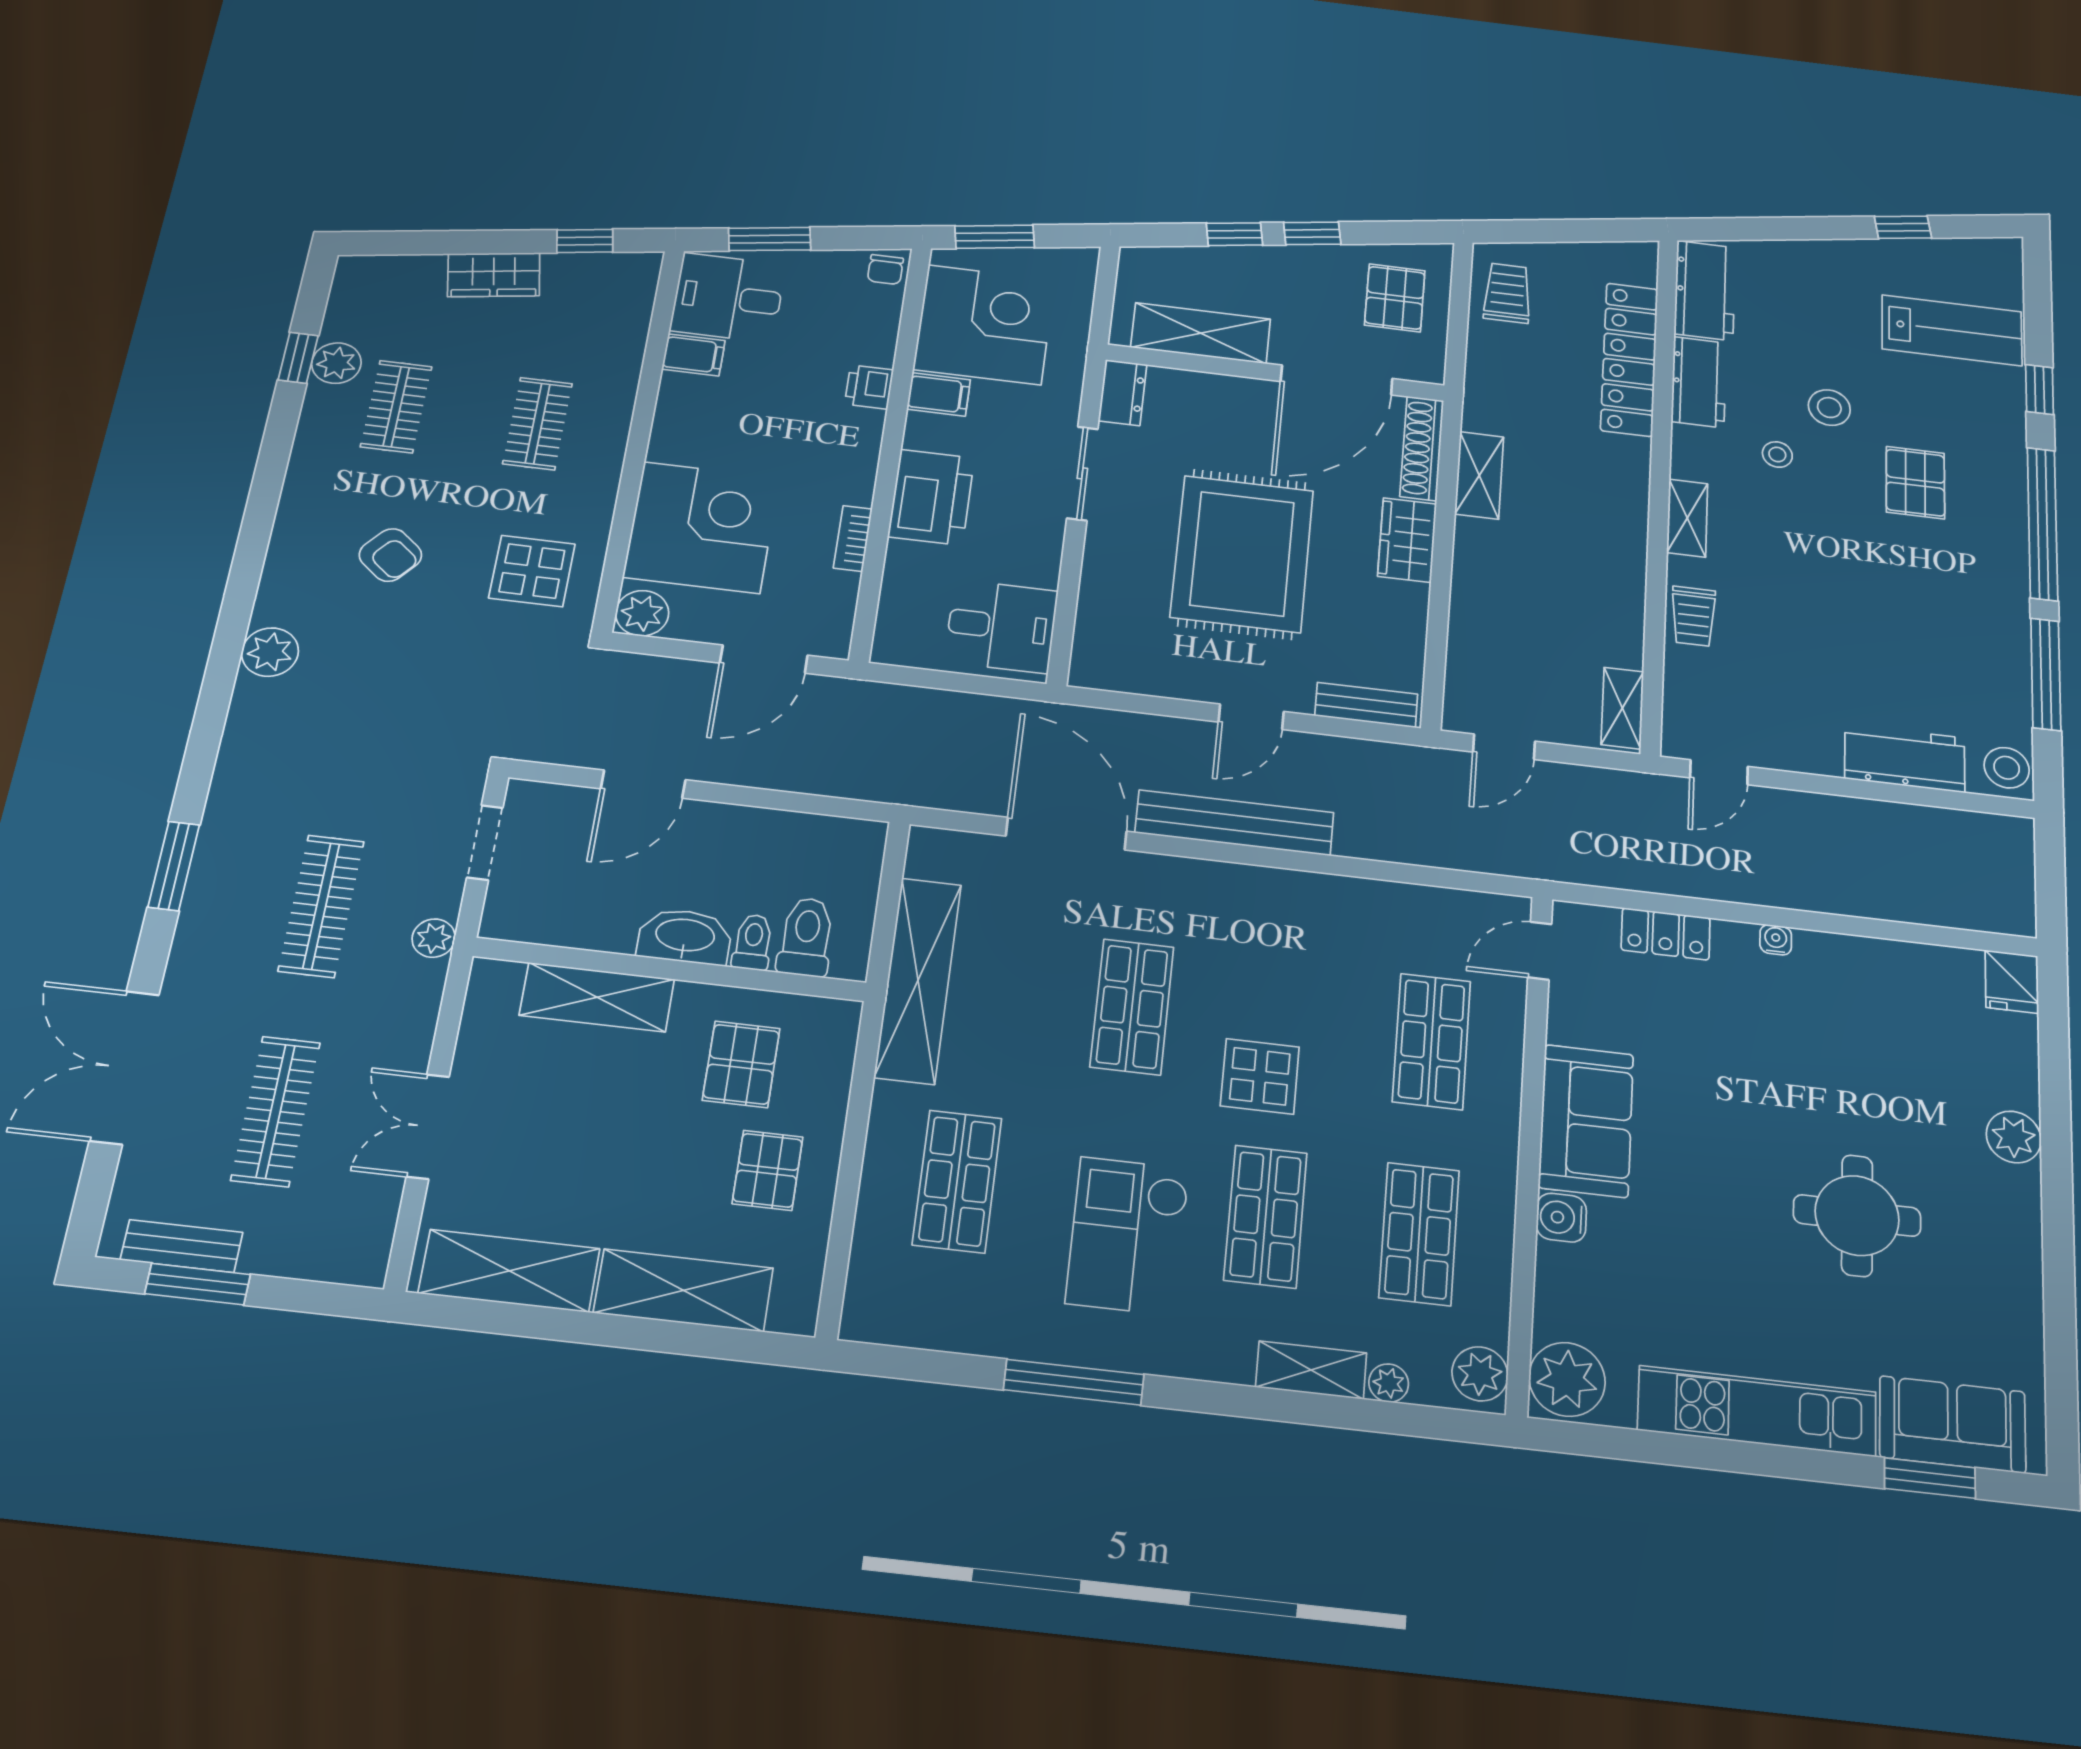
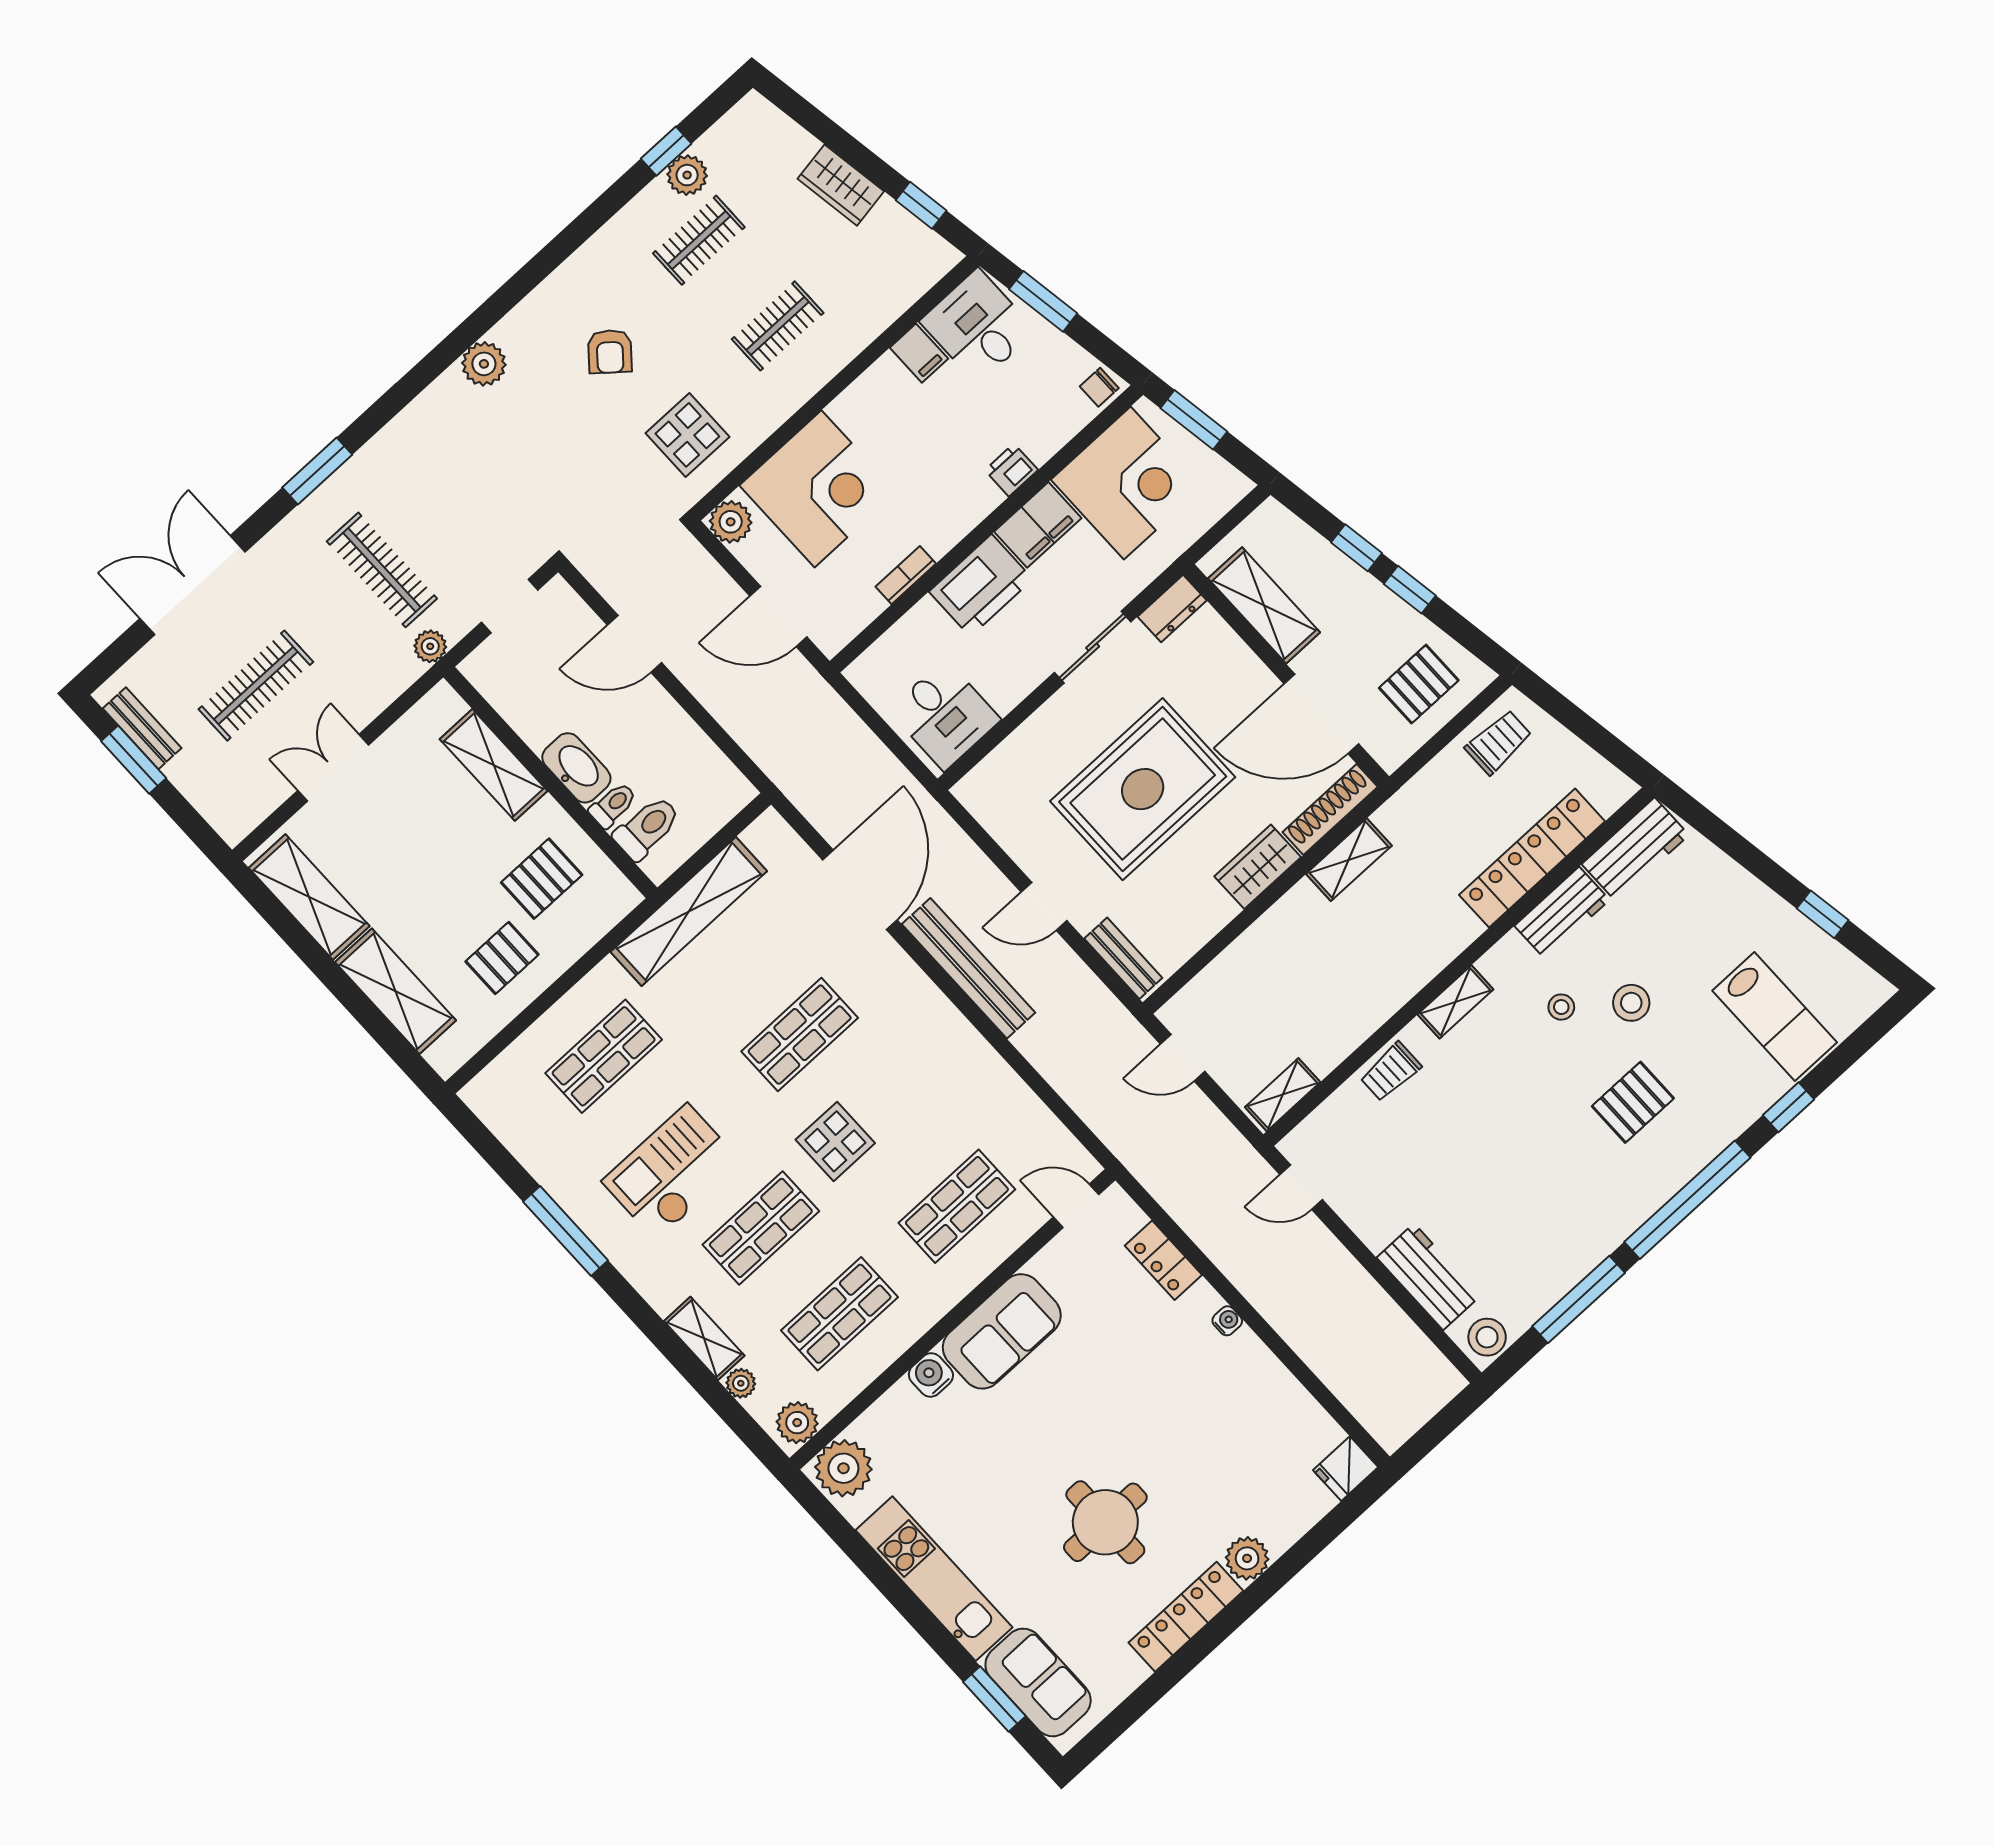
filing cabinet: (939, 394) -> (1038, 525), width x2.00
clothes rail: (321, 906) -> (382, 570), turned 90
locker: (2018, 1239) -> (1186, 1617), added

